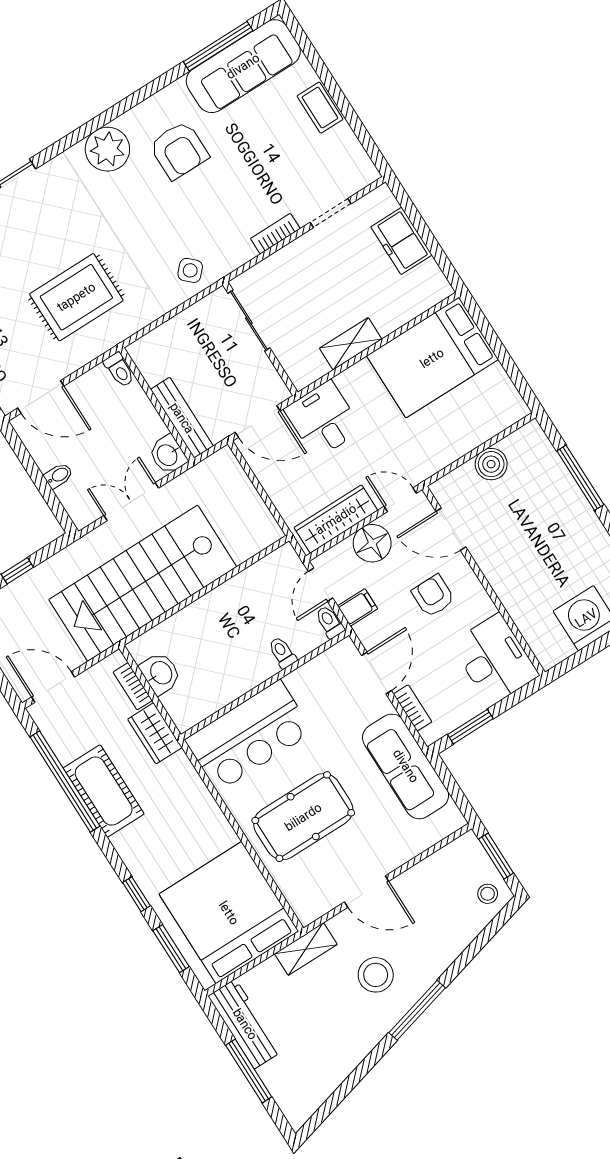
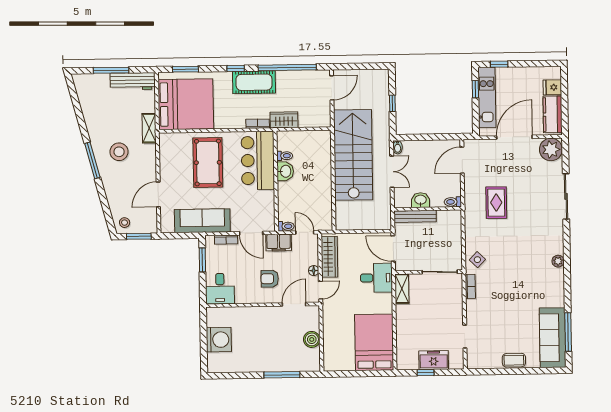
plant: (107, 149) -> (558, 261), width x0.53, depth x0.53
armchair: (179, 150) -> (533, 287), removed
bookcase: (275, 234) -> (470, 286), moved
window: (430, 242) -> (426, 373), added
rug: (76, 297) -> (496, 203), width x0.73, depth x0.70
shelving: (351, 344) -> (402, 289), moved
door: (258, 422) -> (393, 249), hinge flipped
washbasin: (168, 455) -> (420, 200), moved
bidet: (58, 476) -> (398, 147), moved
floor lamp: (372, 543) -> (314, 271), width x0.53, depth x0.53
armchair: (433, 596) -> (270, 279), turned 180
filing cabinet: (358, 607) -> (279, 243), width x2.00
toilet: (282, 653) -> (285, 156), moved
desk: (495, 659) -> (220, 289), width x0.73
washbasin: (160, 673) -> (285, 171), moved, turned -90
bookcase: (133, 686) -> (258, 124), moved
cot: (104, 791) -> (254, 82), moved
door: (367, 892) -> (158, 194), moved
window: (136, 894) -> (236, 68), moved

